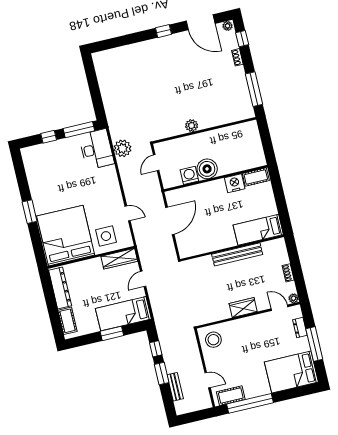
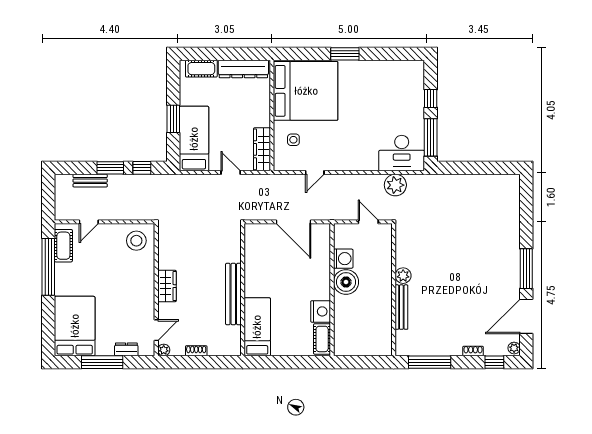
window: (164, 31) -> (526, 269), width x2.17
bench: (216, 121) -> (401, 307), added
side table: (106, 236) -> (293, 140), width x0.54, depth x0.54

